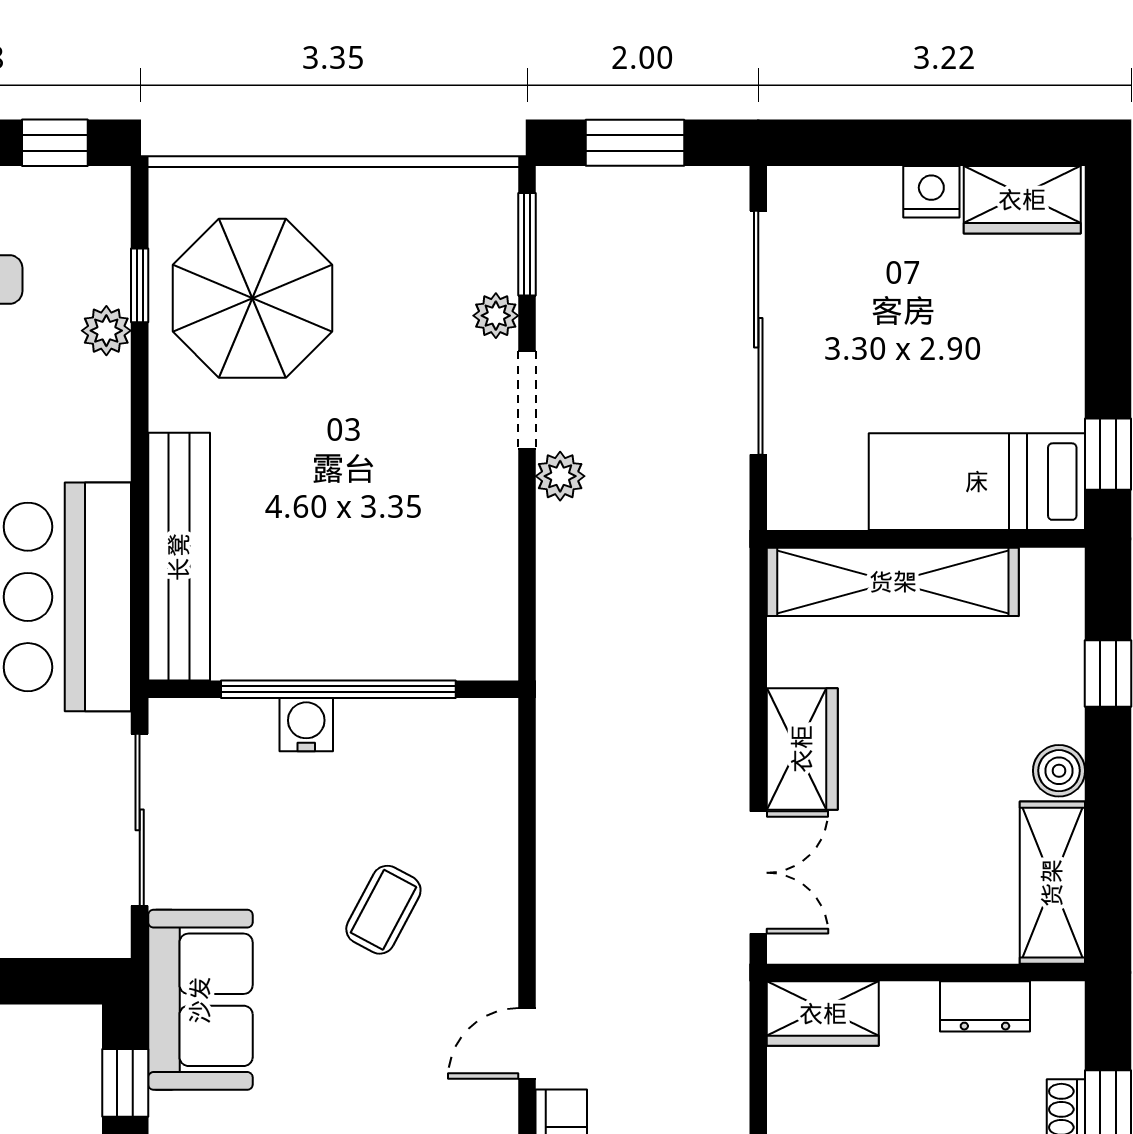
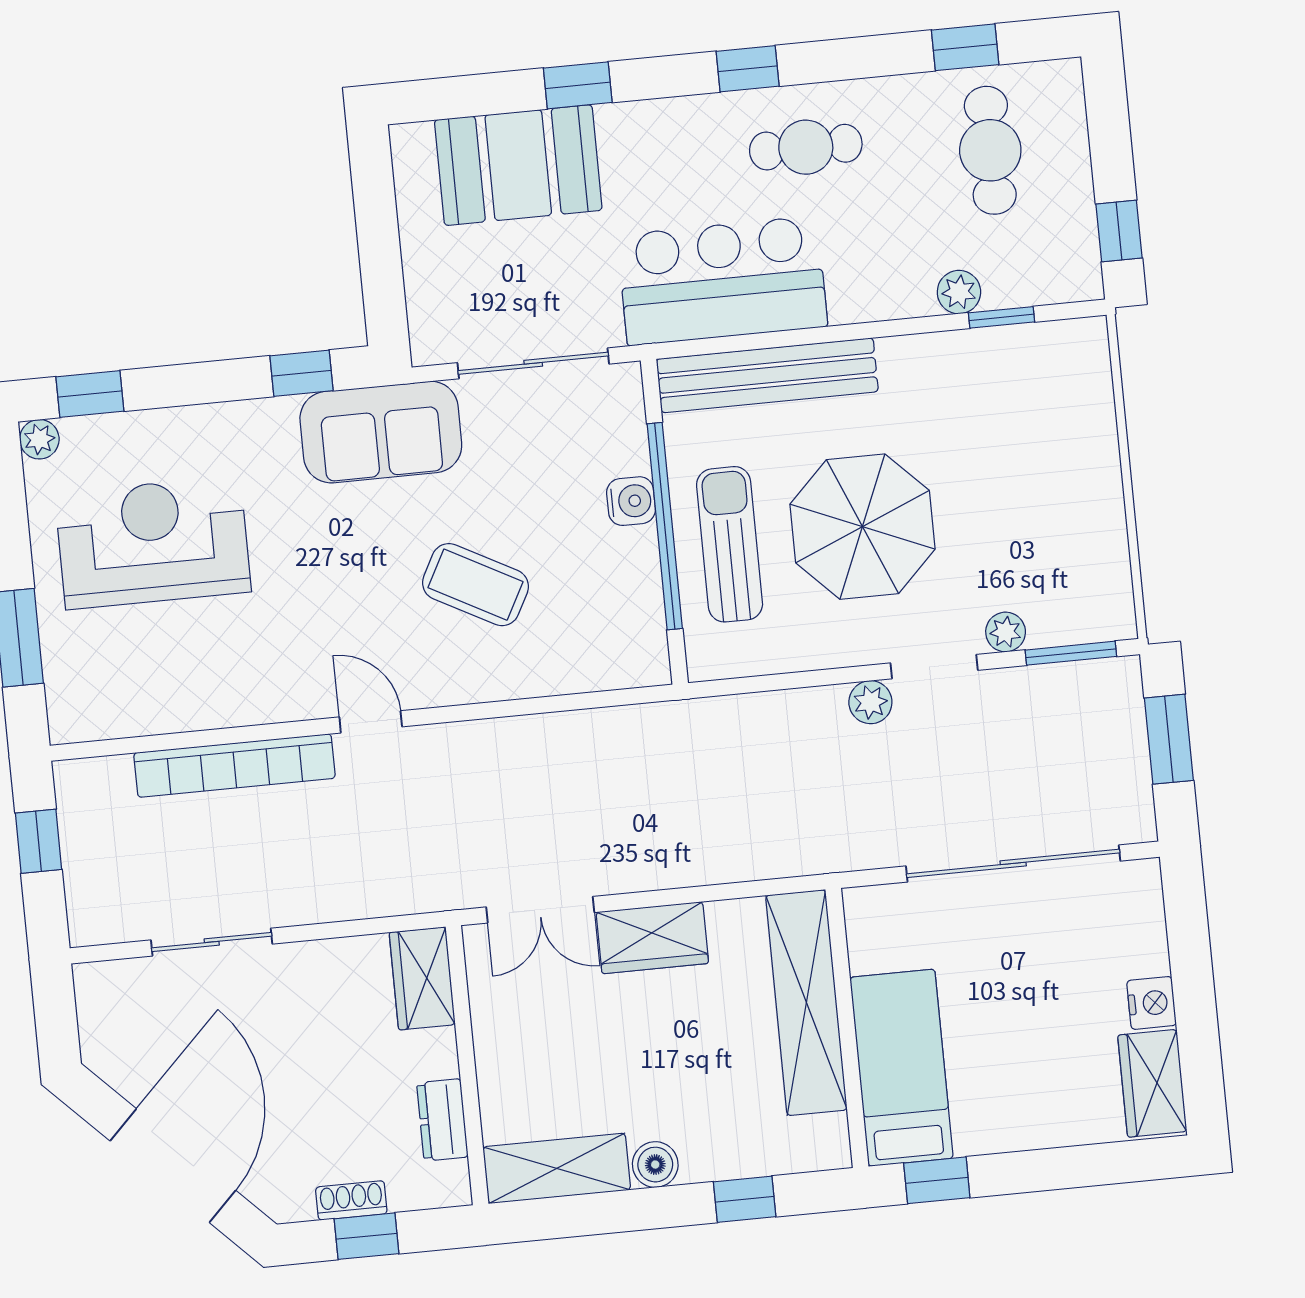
parasol: (252, 298) -> (862, 527), moved
sun lounger: (366, 618) -> (730, 544), added
coffee table: (383, 910) -> (475, 585), width x1.36, depth x1.30

